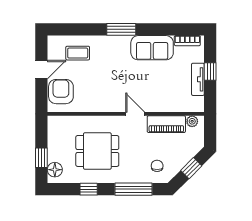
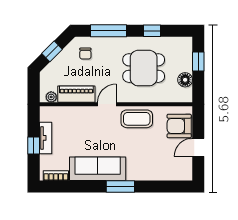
sofa: (152, 48) -> (98, 169), width x1.36
coffee table: (78, 53) -> (137, 119), moved, width x1.36, depth x1.30
armchair: (61, 92) -> (179, 126), turned 90
door: (135, 114) -> (107, 104), swing flipped
floor lamp: (55, 170) -> (185, 80), moved

